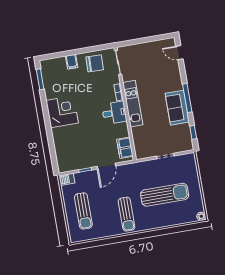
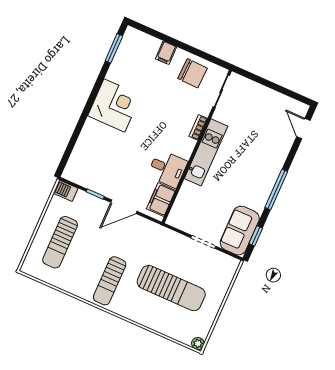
sofa: (177, 108) -> (240, 231), moved
desk: (114, 113) -> (167, 169), moved

